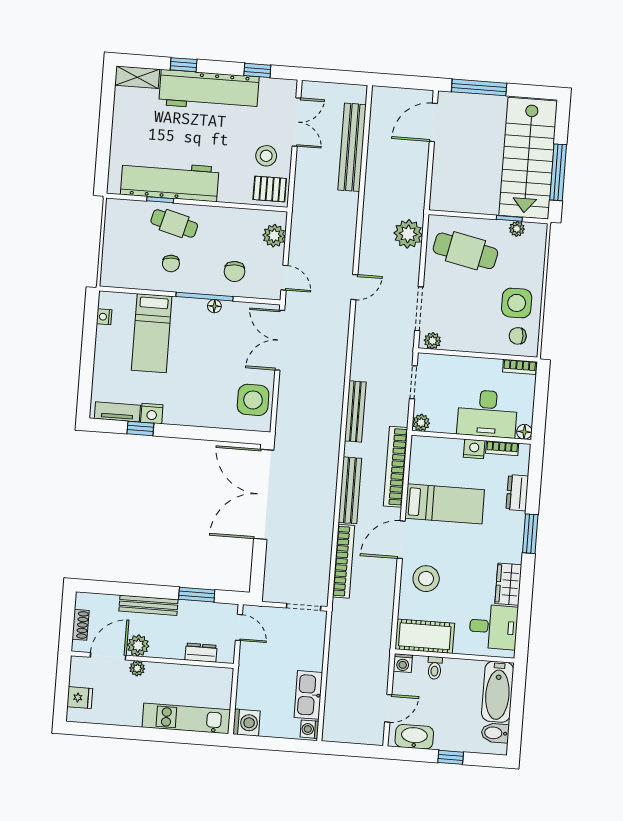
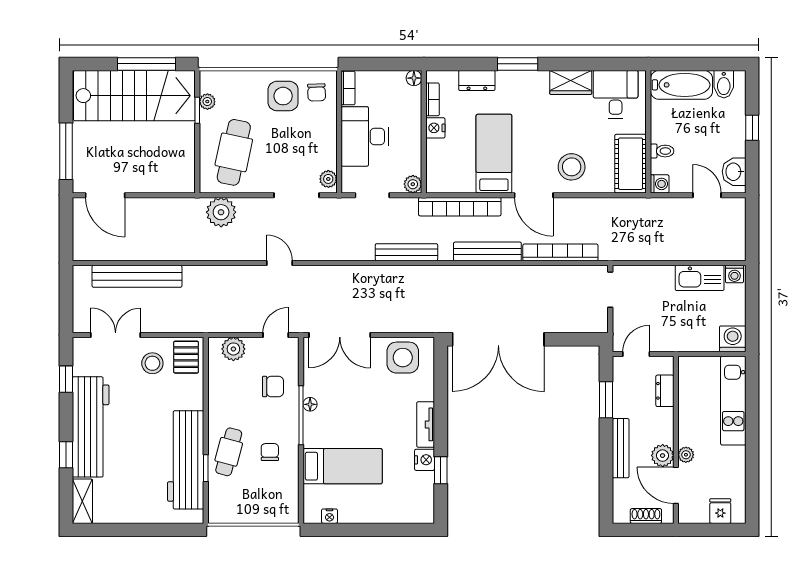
chair: (171, 263) -> (270, 452), turned -87
tv unit: (117, 412) -> (426, 424), moved
desk: (487, 414) -> (365, 136), moved, turned 180
washbasin: (414, 737) -> (734, 172), width x0.72

